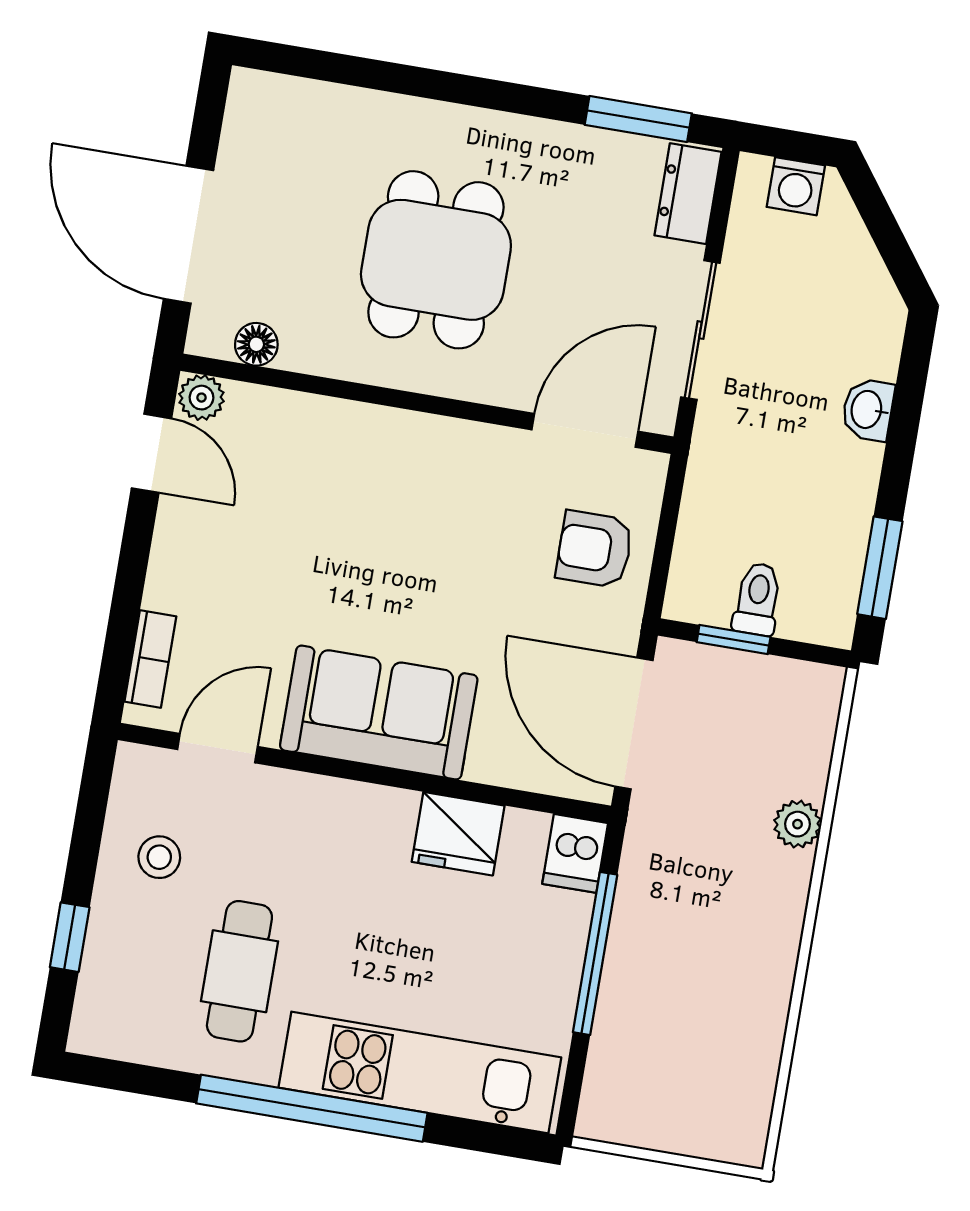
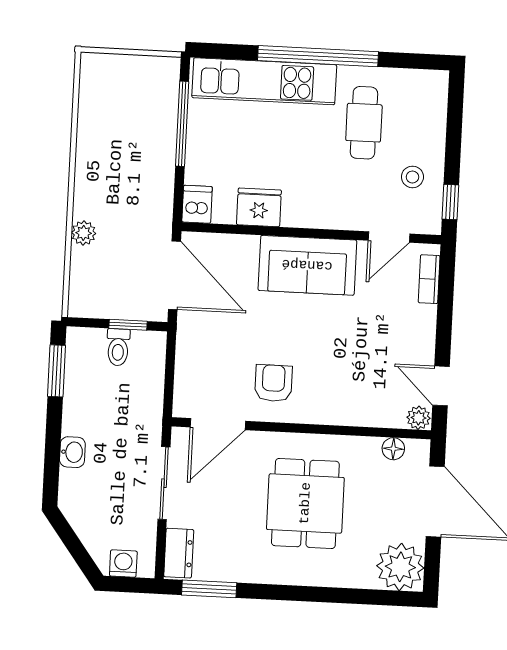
plant: (270, 118) -> (400, 567), added
armchair: (594, 549) -> (273, 383), moved, turned -90
window: (70, 937) -> (450, 202), moved
window: (595, 953) -> (182, 124), moved

